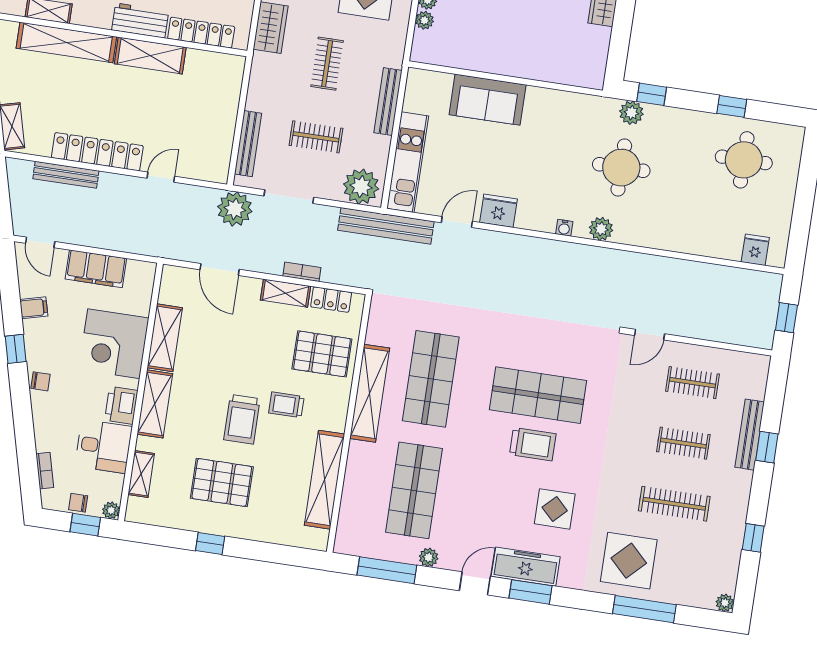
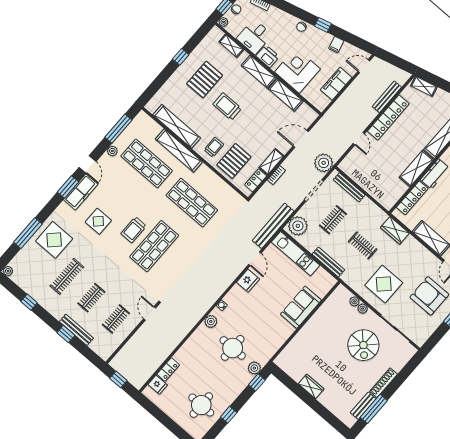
locker: (720, 248) -> (168, 369), added
shelving: (370, 393) -> (179, 150), moved
trolley: (286, 405) -> (214, 147), moved

